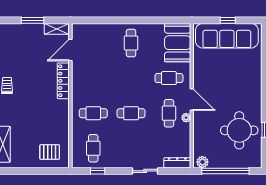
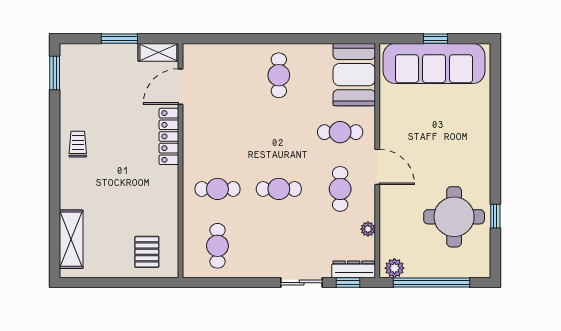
plant: (186, 118) -> (368, 229), moved
pallet: (50, 152) -> (147, 252), turned 90
window: (98, 171) -> (348, 283), moved

